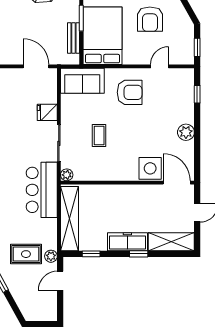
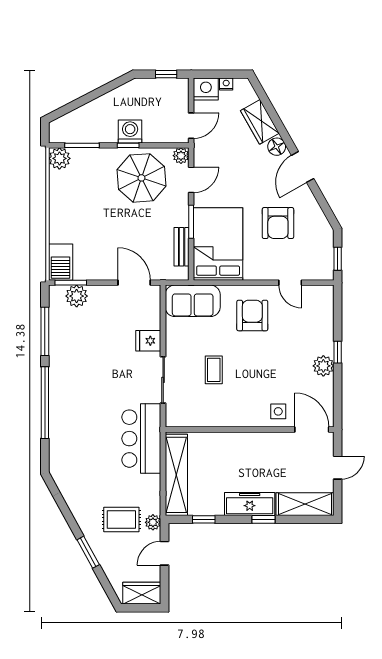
door: (160, 66) -> (290, 283), swing flipped
armchair: (130, 92) -> (252, 315), turned -90
window: (197, 94) -> (338, 352), moved
side table: (150, 168) -> (278, 411), width x0.54, depth x0.54
plant: (67, 175) -> (173, 420), removed
wardrobe: (42, 312) -> (142, 593), added

